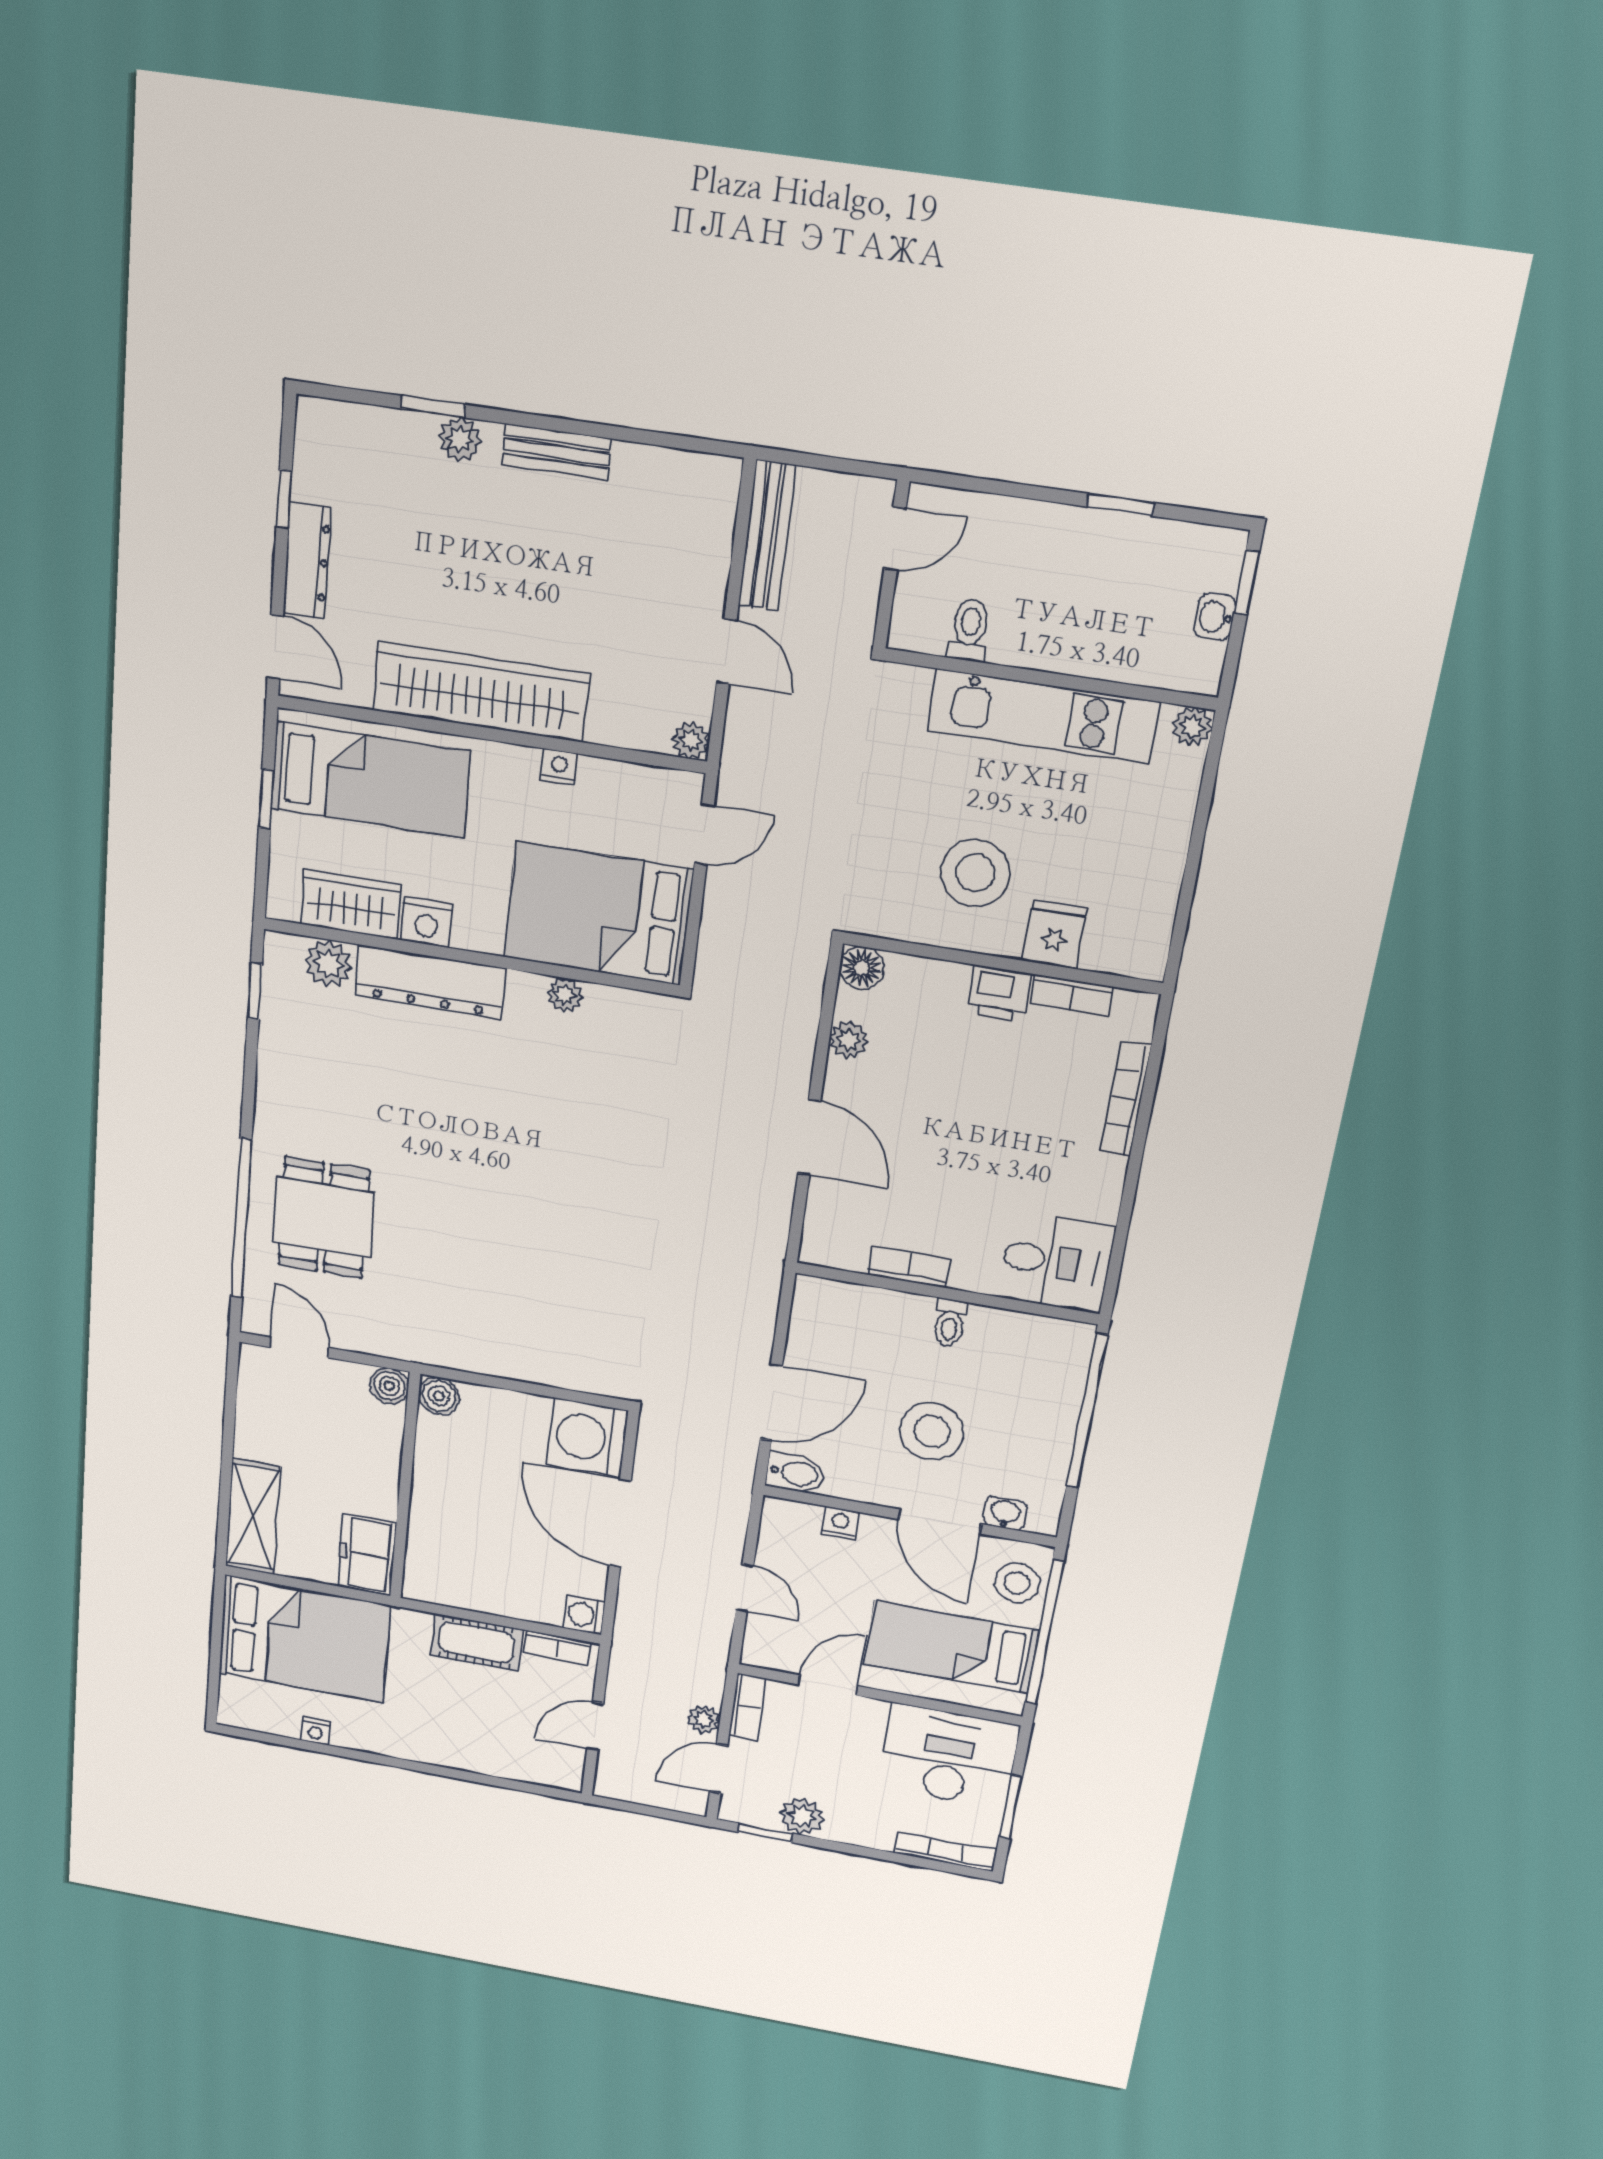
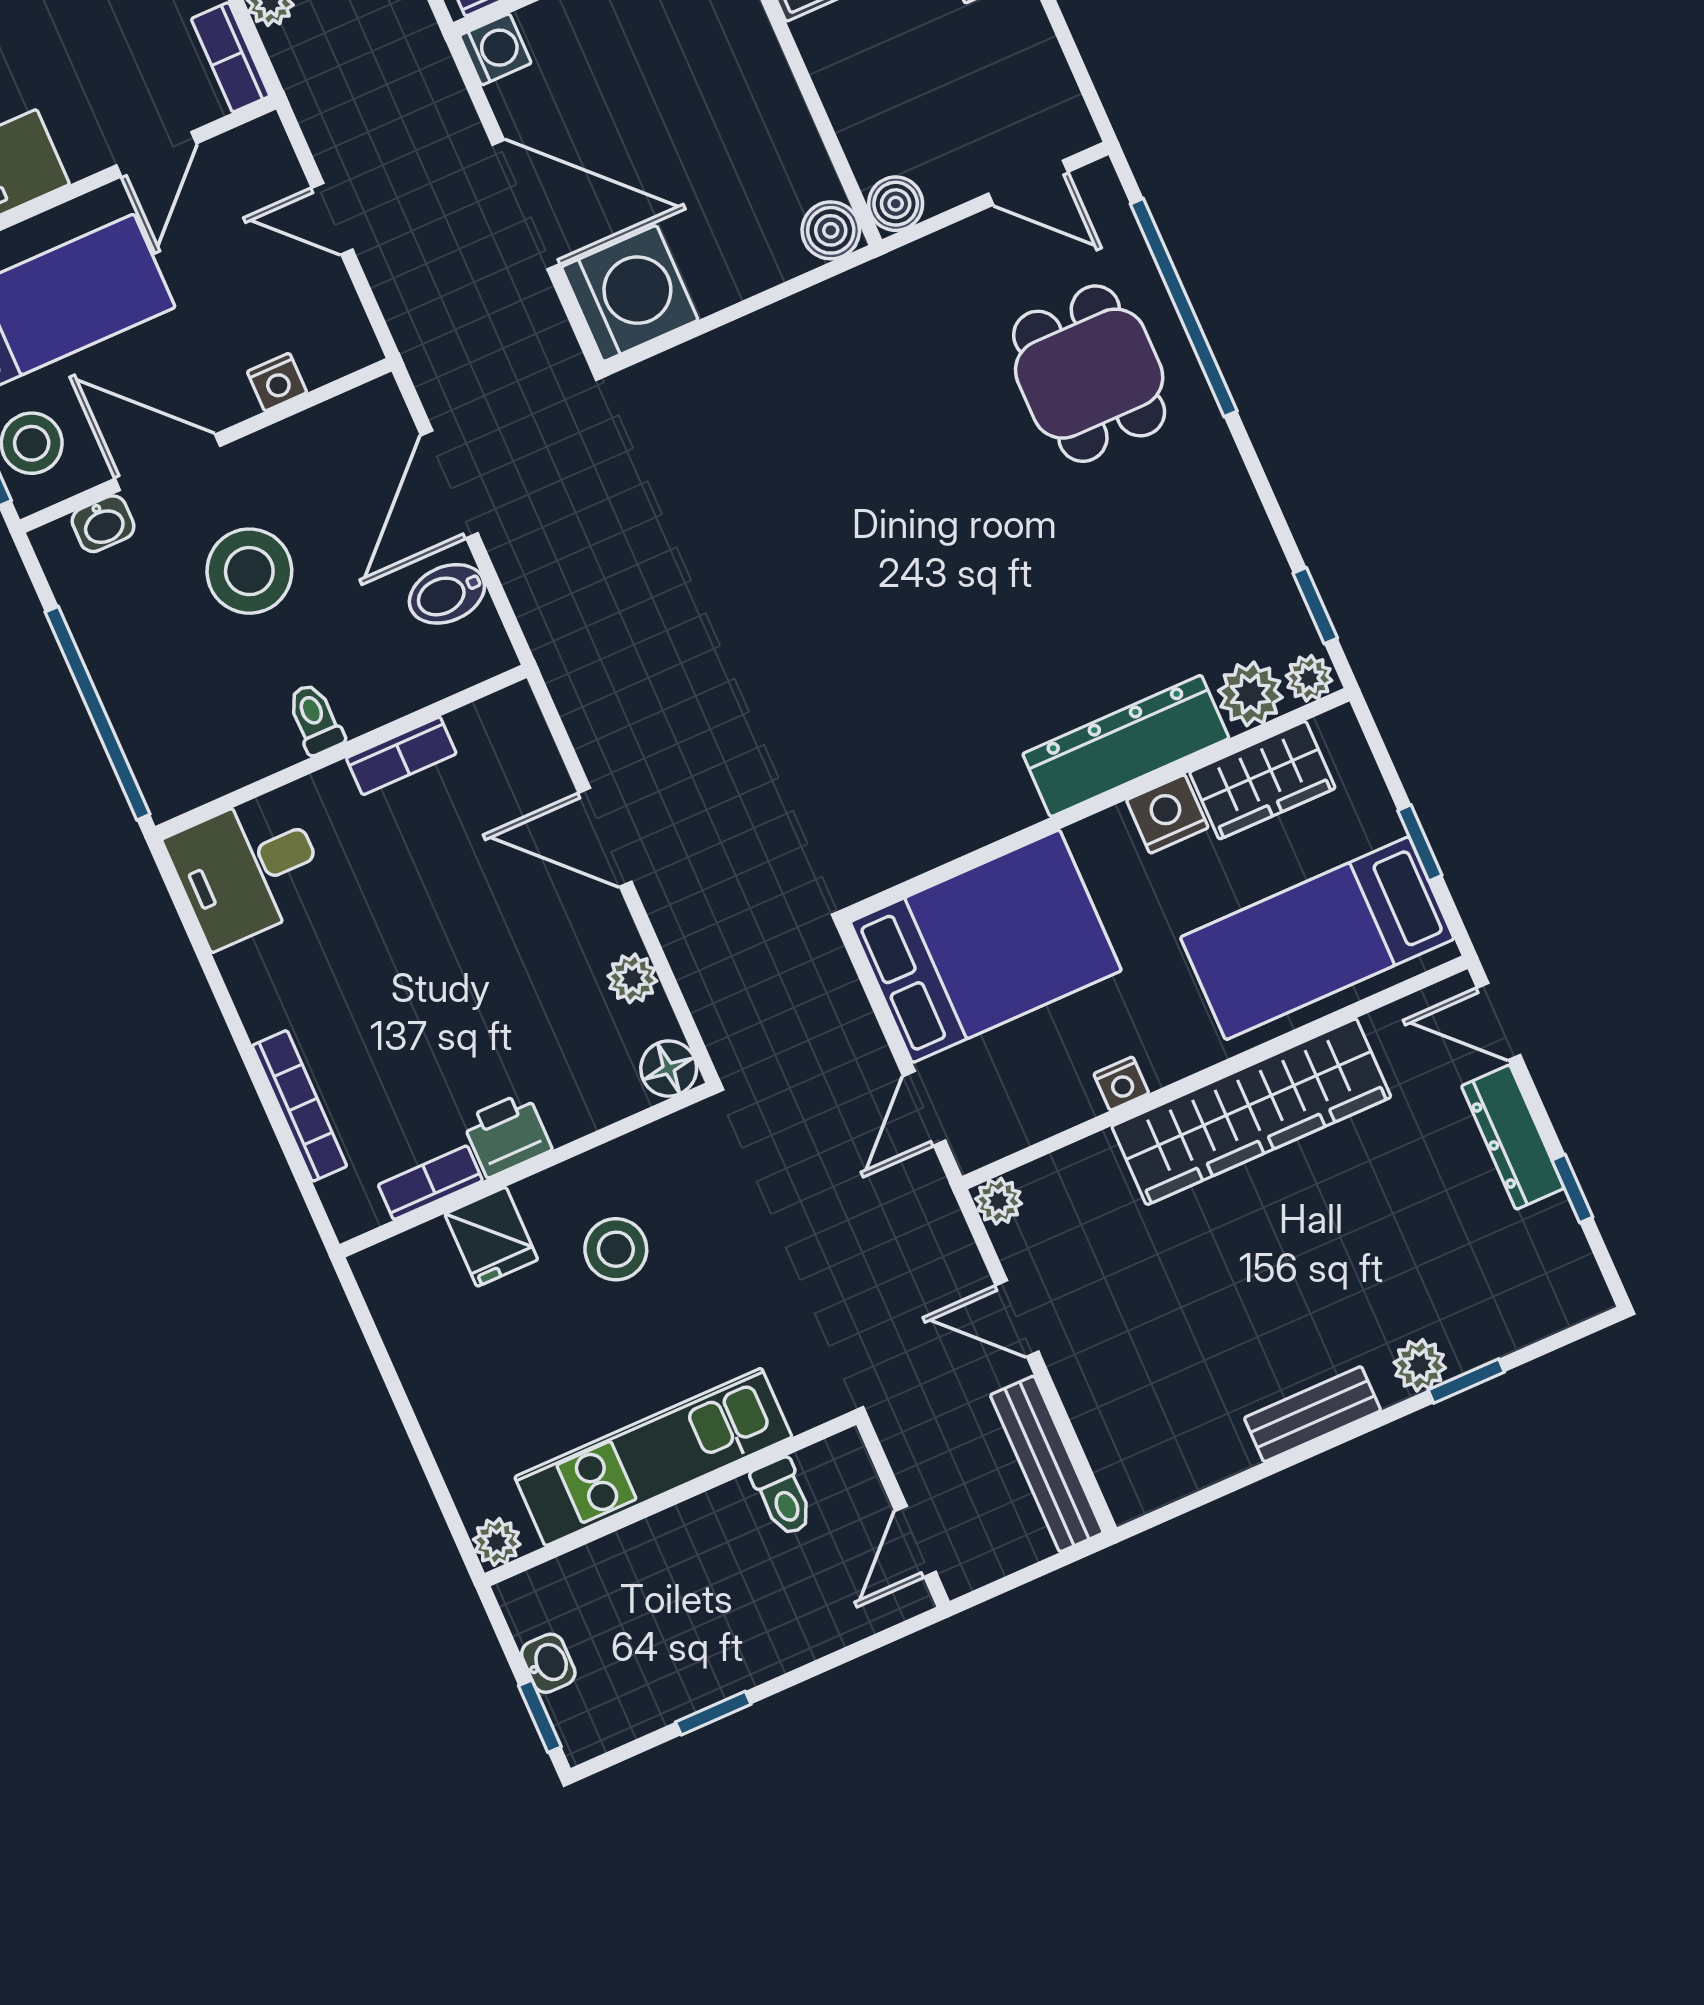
stool: (975, 873) -> (616, 1249), width x0.73, depth x0.73
plant: (565, 995) -> (1309, 678), moved
bidet: (796, 1473) -> (447, 594), moved

